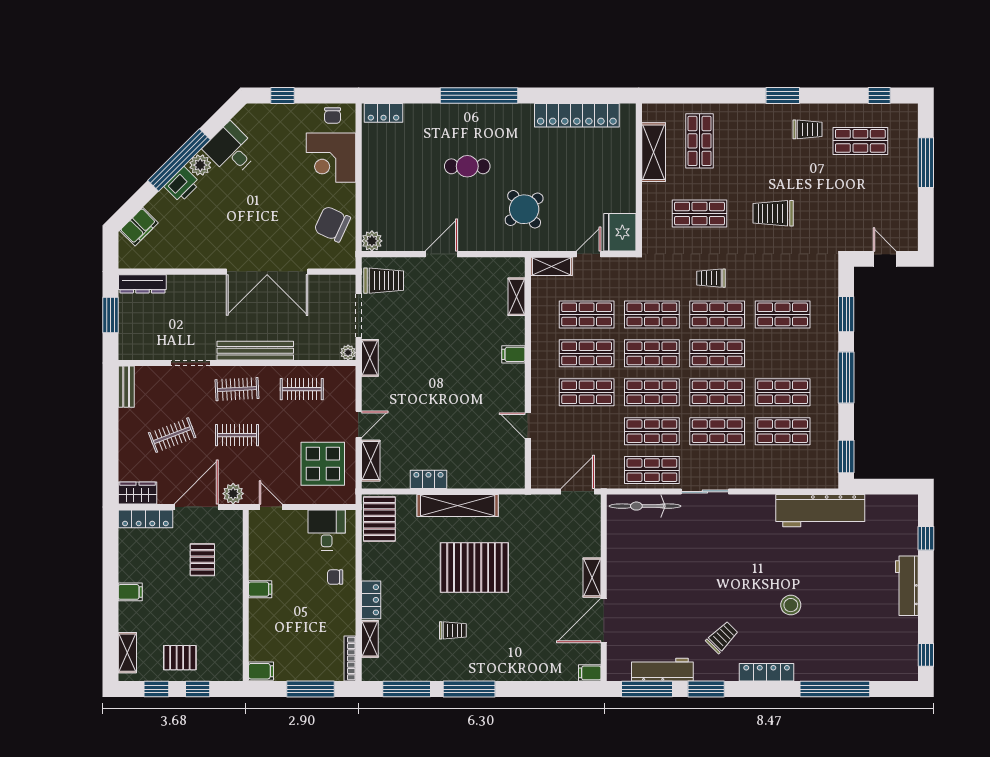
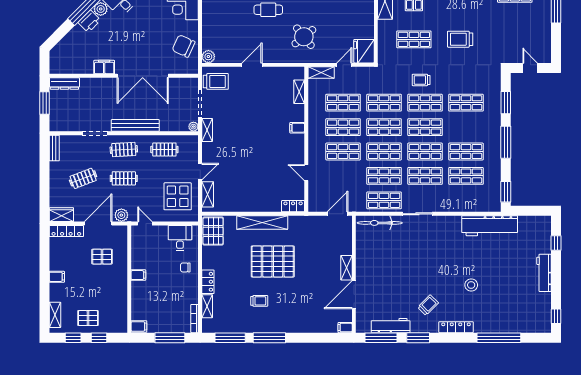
filing cabinet: (139, 227) -> (104, 67), moved, turned -135
locker: (428, 479) -> (293, 206), moved
pallet: (202, 560) -> (102, 257), turned 90

